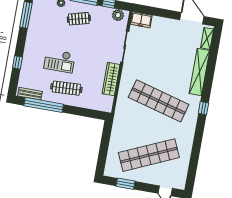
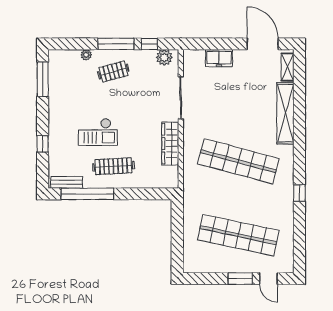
freezer: (141, 20) -> (219, 58), moved
window: (203, 108) -> (299, 193), moved
shop shelf: (149, 155) -> (238, 235), turned 36
window: (126, 184) -> (240, 279), moved

